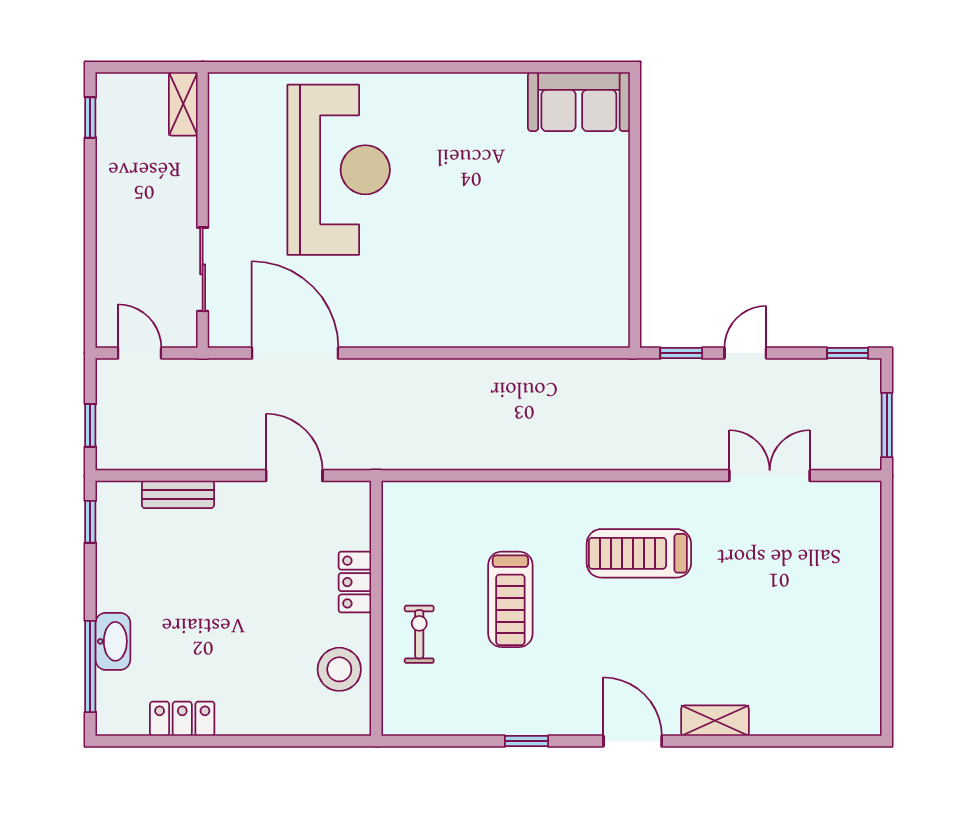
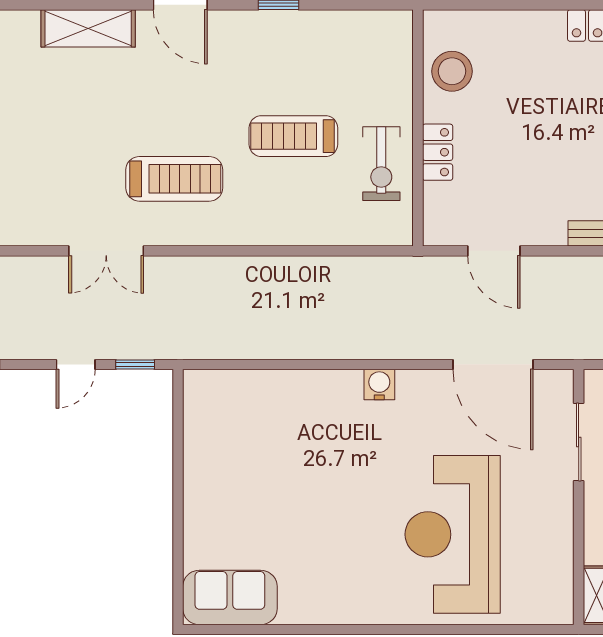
water cooler: (418, 331) -> (379, 384), added
double door: (770, 476) -> (106, 251), moved
treadmill: (510, 599) -> (293, 136), turned -90
exercise bike: (419, 634) -> (381, 164), moved, width x1.38, depth x1.39
shelving: (715, 721) -> (88, 28), width x1.50, depth x1.33

